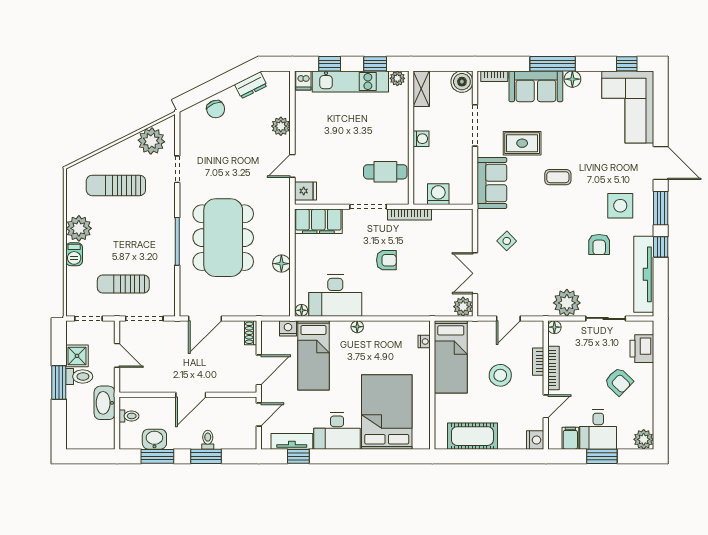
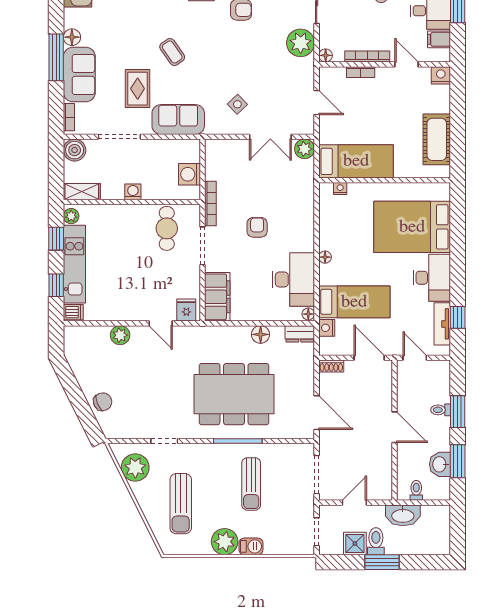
dresser: (251, 85) -> (300, 334), moved, turned 117
coffee table: (558, 177) -> (172, 52), turned -35
sun lounger: (123, 284) -> (251, 484), moved
stool: (500, 375) -> (375, 111), removed

